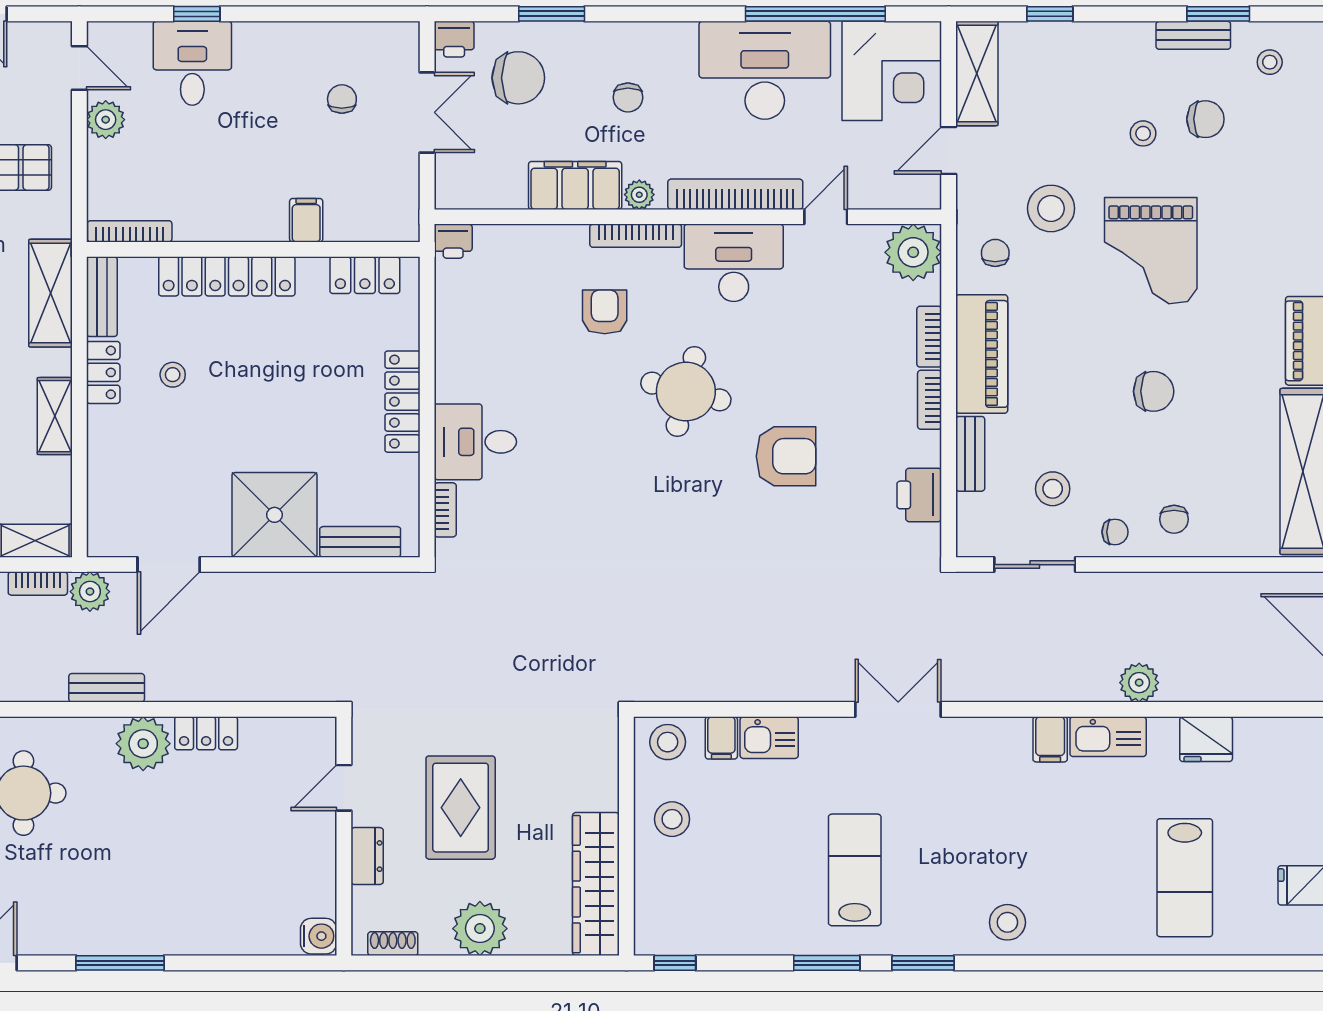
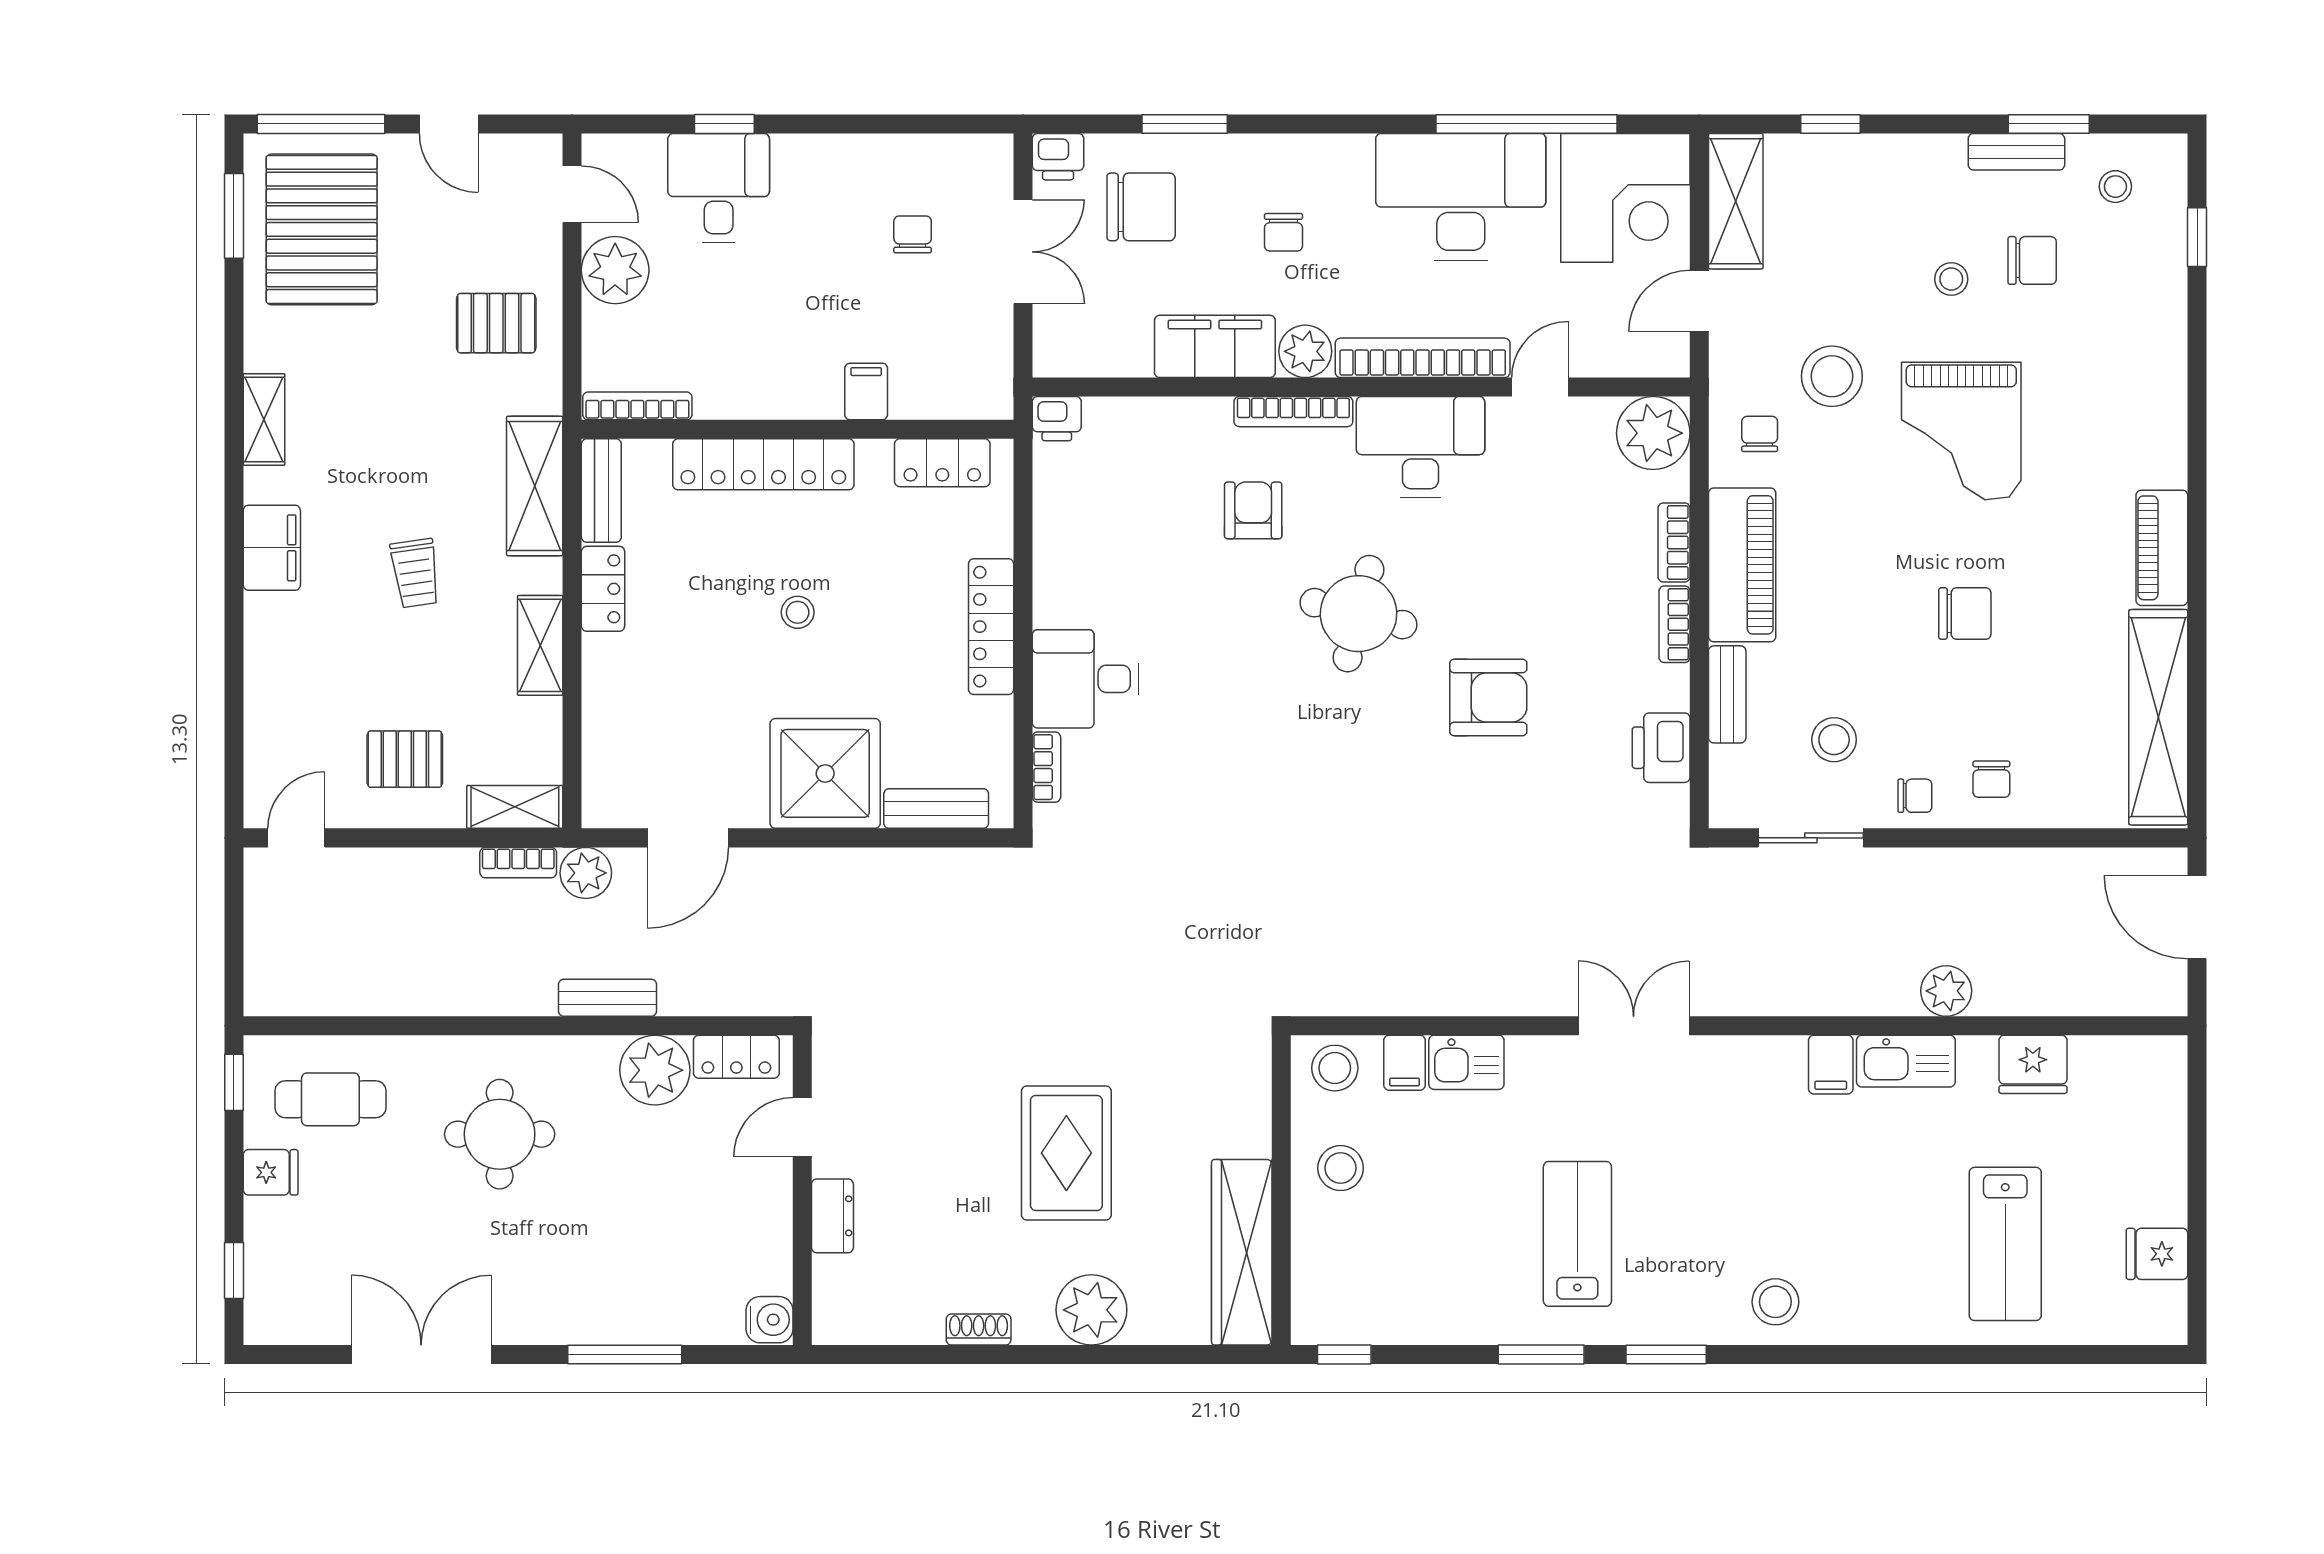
plant: (106, 120) -> (615, 270), width x1.36, depth x1.36
plant: (639, 195) -> (1305, 351), width x1.38, depth x1.38
stool: (173, 375) -> (798, 612), moved
door: (344, 788) -> (802, 1127), moved
wall: (344, 836) -> (802, 1190), moved
dresser: (367, 856) -> (832, 1216), moved
water cooler: (319, 936) -> (770, 1320), moved

